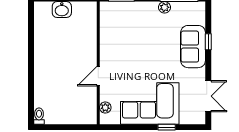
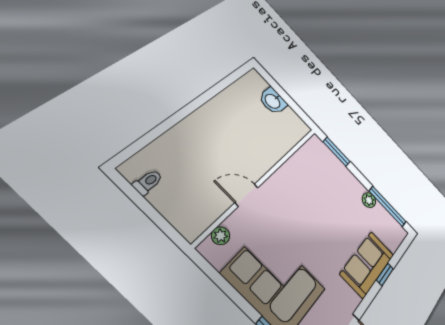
toilet: (39, 116) -> (148, 182), moved

